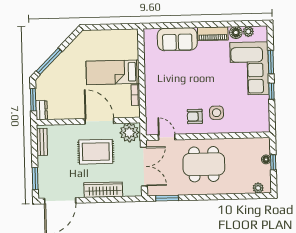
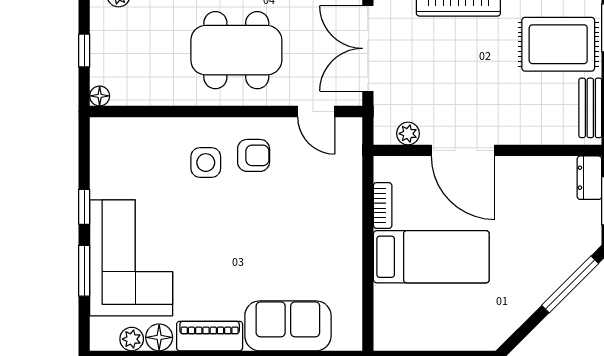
plant: (129, 133) -> (408, 134), width x0.53, depth x0.53
rug: (96, 152) -> (558, 44), moved
floor lamp: (266, 159) -> (100, 96), moved

